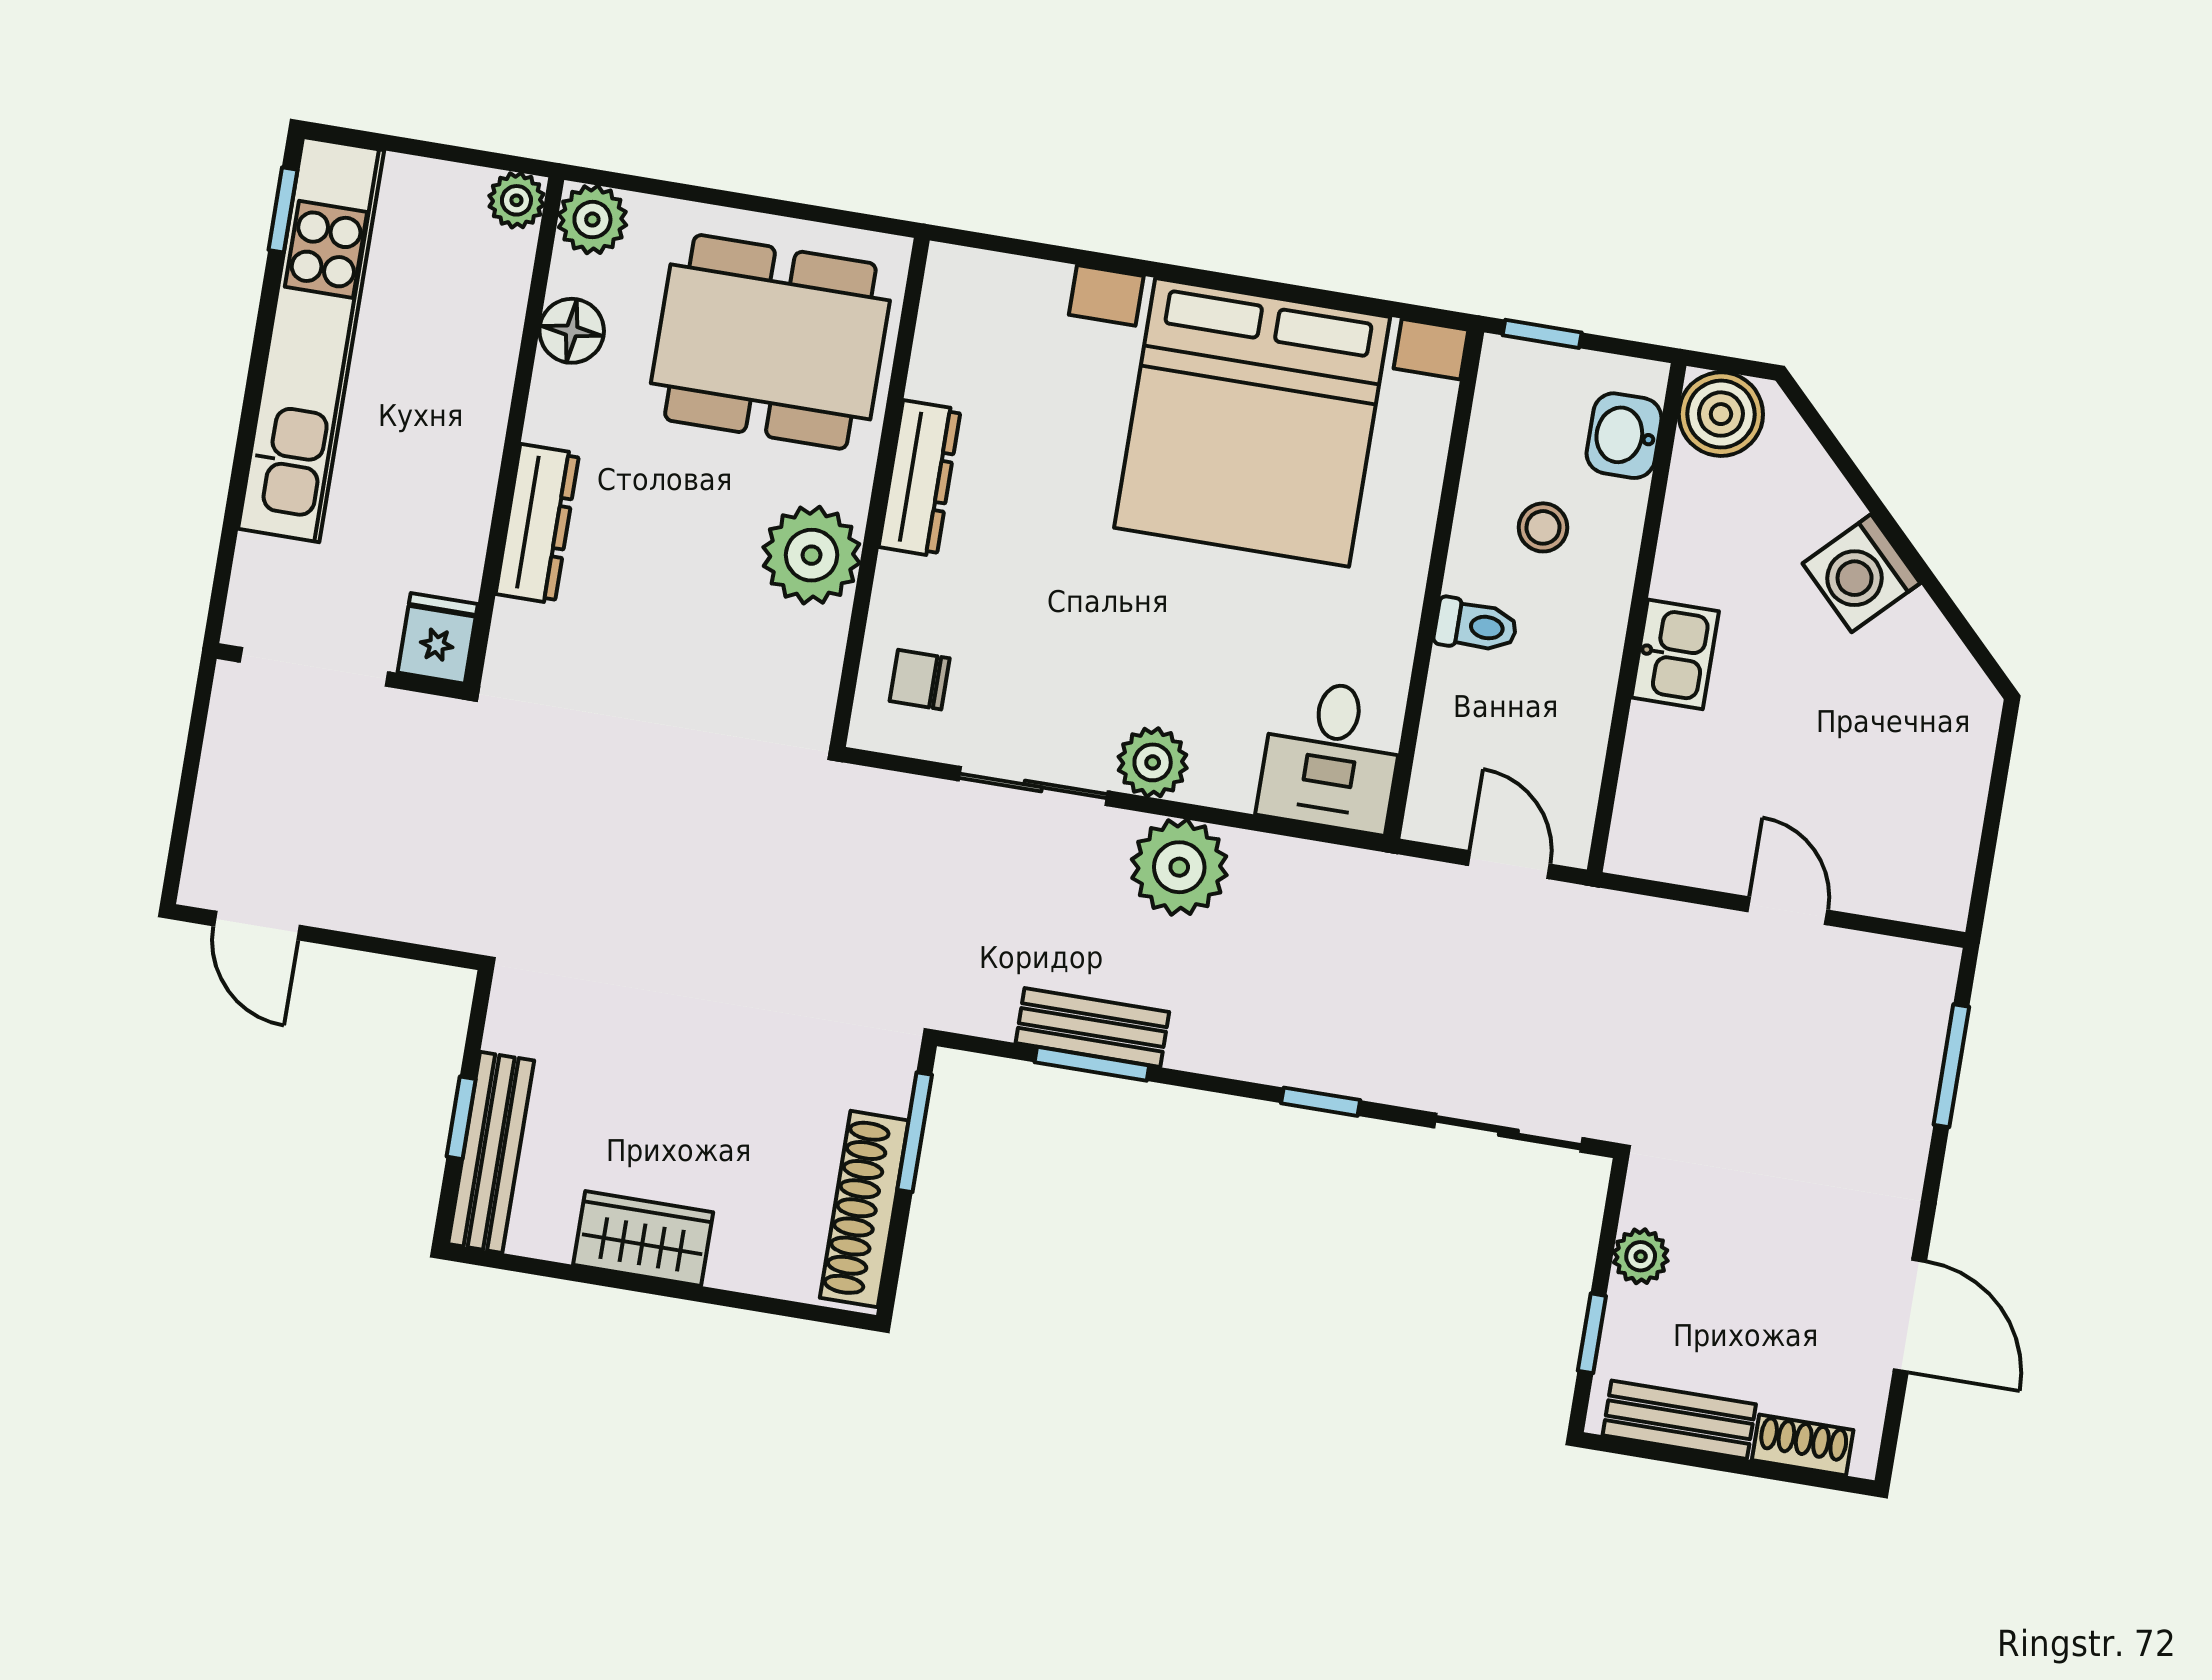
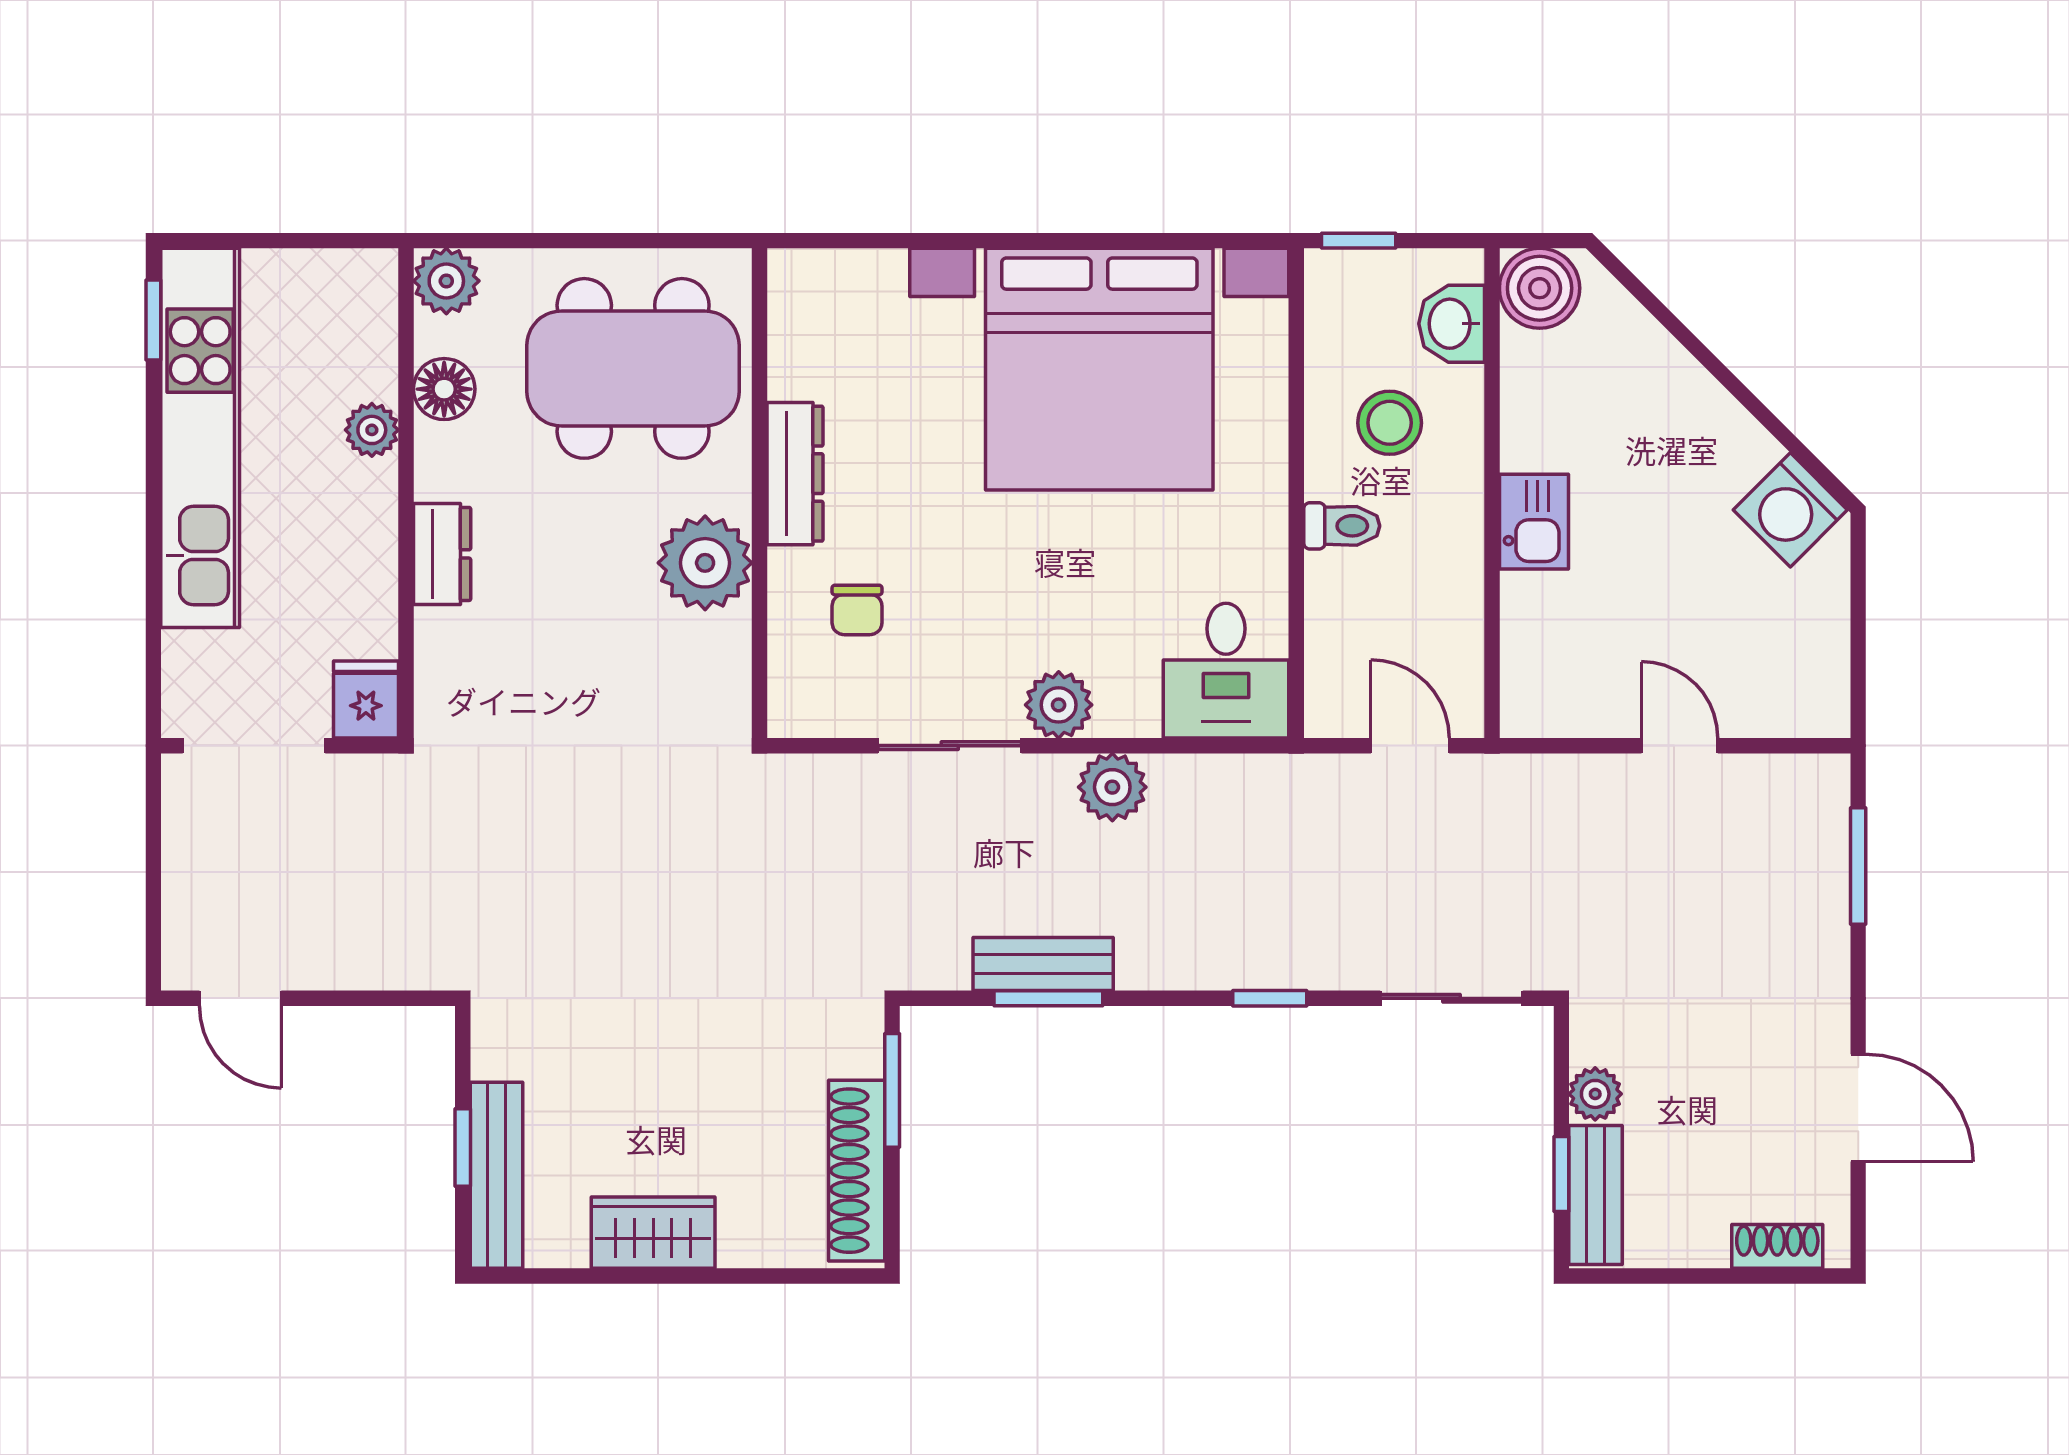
plant: (516, 200) -> (372, 430), moved
dresser: (537, 524) -> (442, 554), width x0.70
stool: (1543, 527) -> (1390, 423), width x1.37, depth x1.37
washing machine: (1861, 573) -> (1790, 510), moved
chair: (920, 680) -> (857, 610), moved, turned -90
plant: (1179, 867) -> (1112, 787), width x0.73, depth x0.73
bench: (1679, 1420) -> (1596, 1195), moved, turned 90

